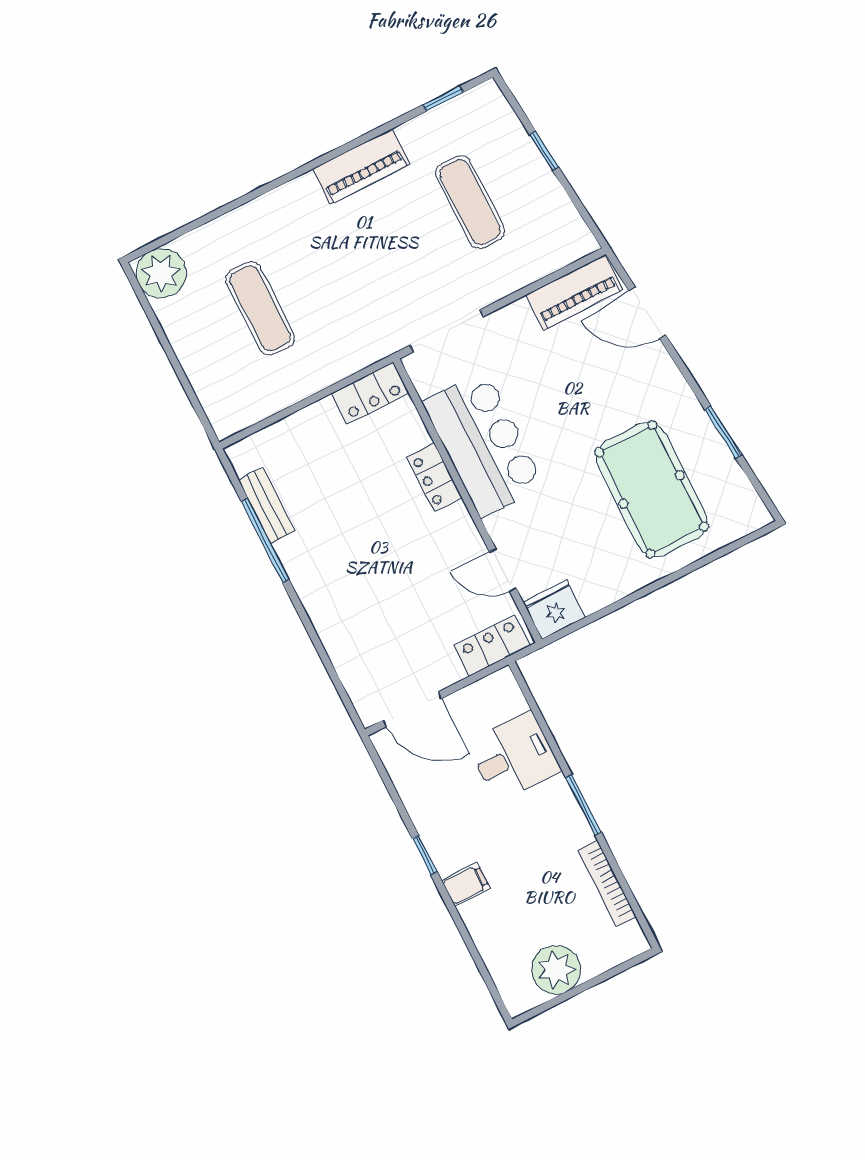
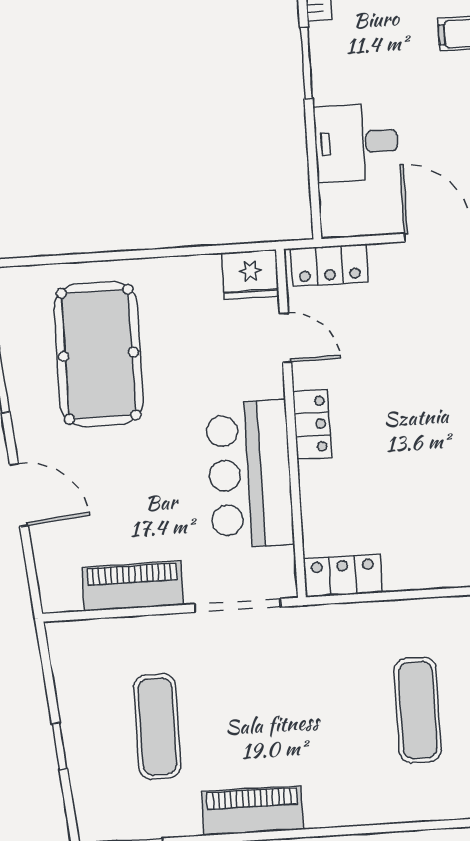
piano: (575, 292) -> (133, 586), moved
door: (647, 313) -> (19, 495), moved
locker: (435, 478) -> (312, 424), moved

